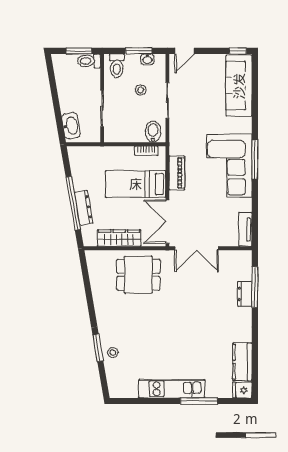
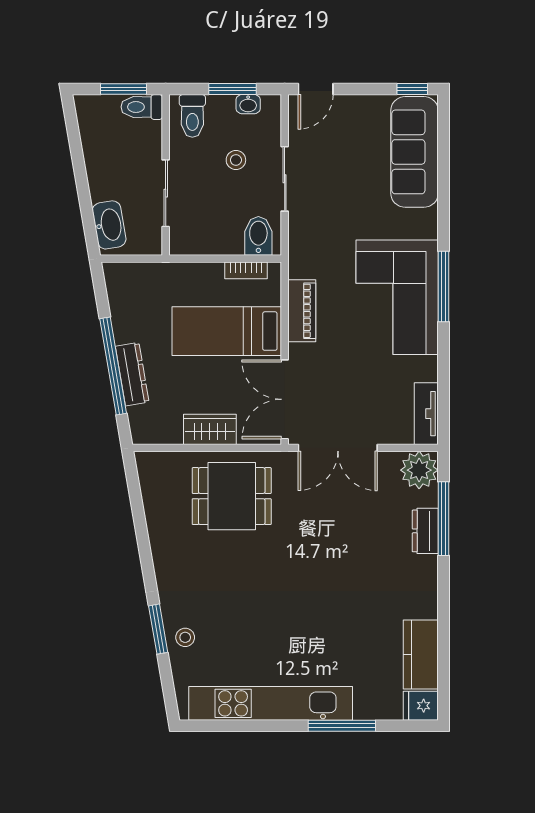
wardrobe: (119, 238) -> (210, 429), width x0.67
plant: (241, 260) -> (419, 470), added
kitchen unit: (172, 389) -> (271, 703), width x1.36

